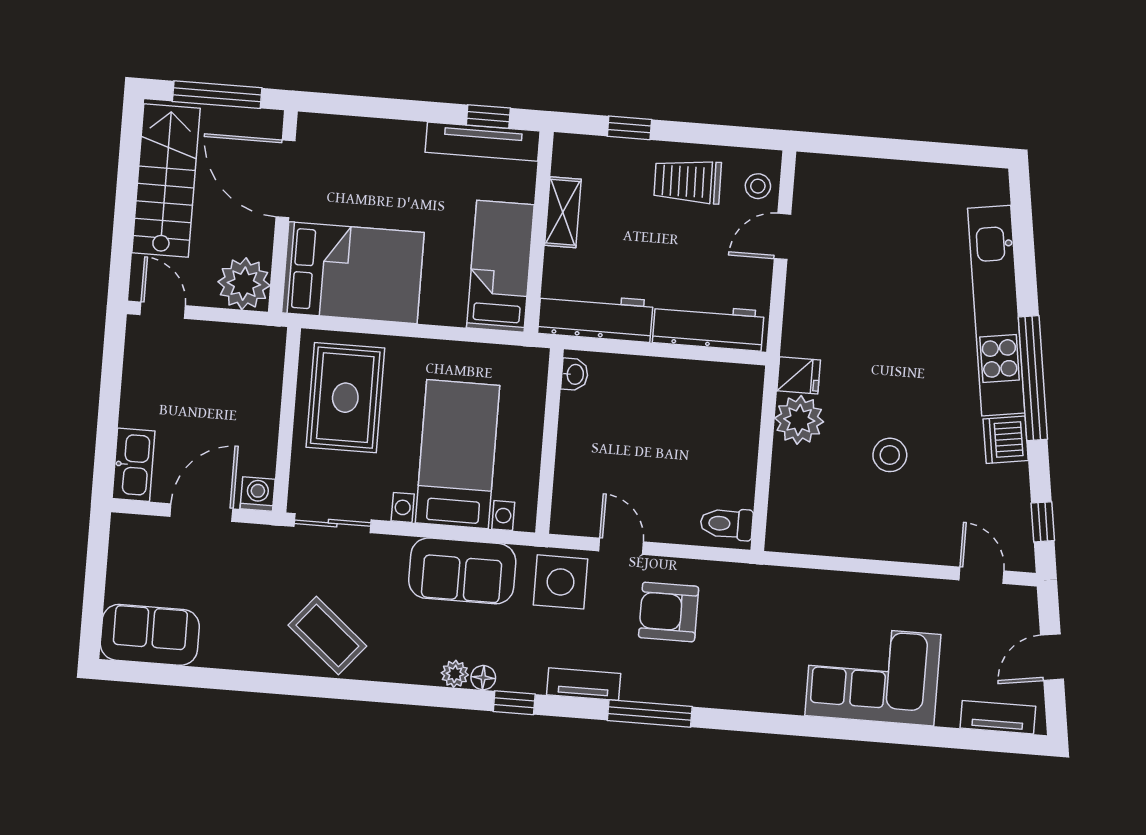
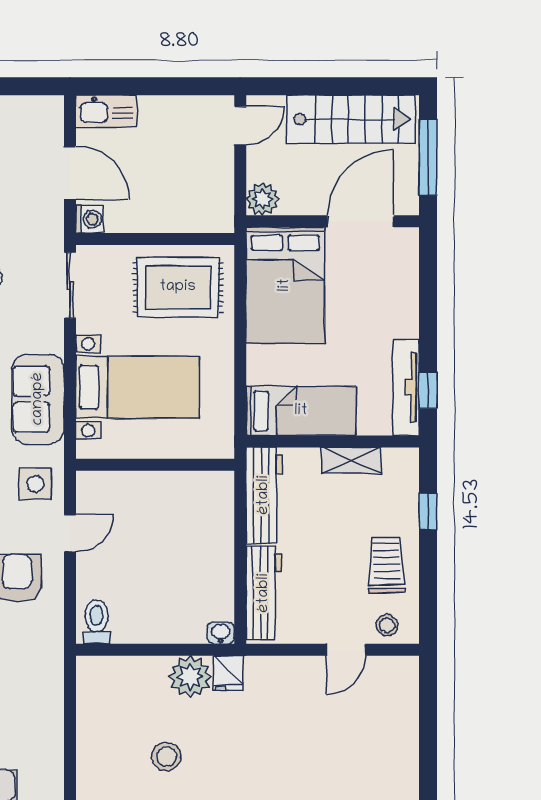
door: (782, 236) -> (346, 650), swing flipped
plant: (244, 284) -> (262, 199), width x0.73, depth x0.73
washbasin: (575, 374) -> (221, 633), moved, turned 180
side table: (561, 582) -> (35, 484), width x0.73, depth x0.73

